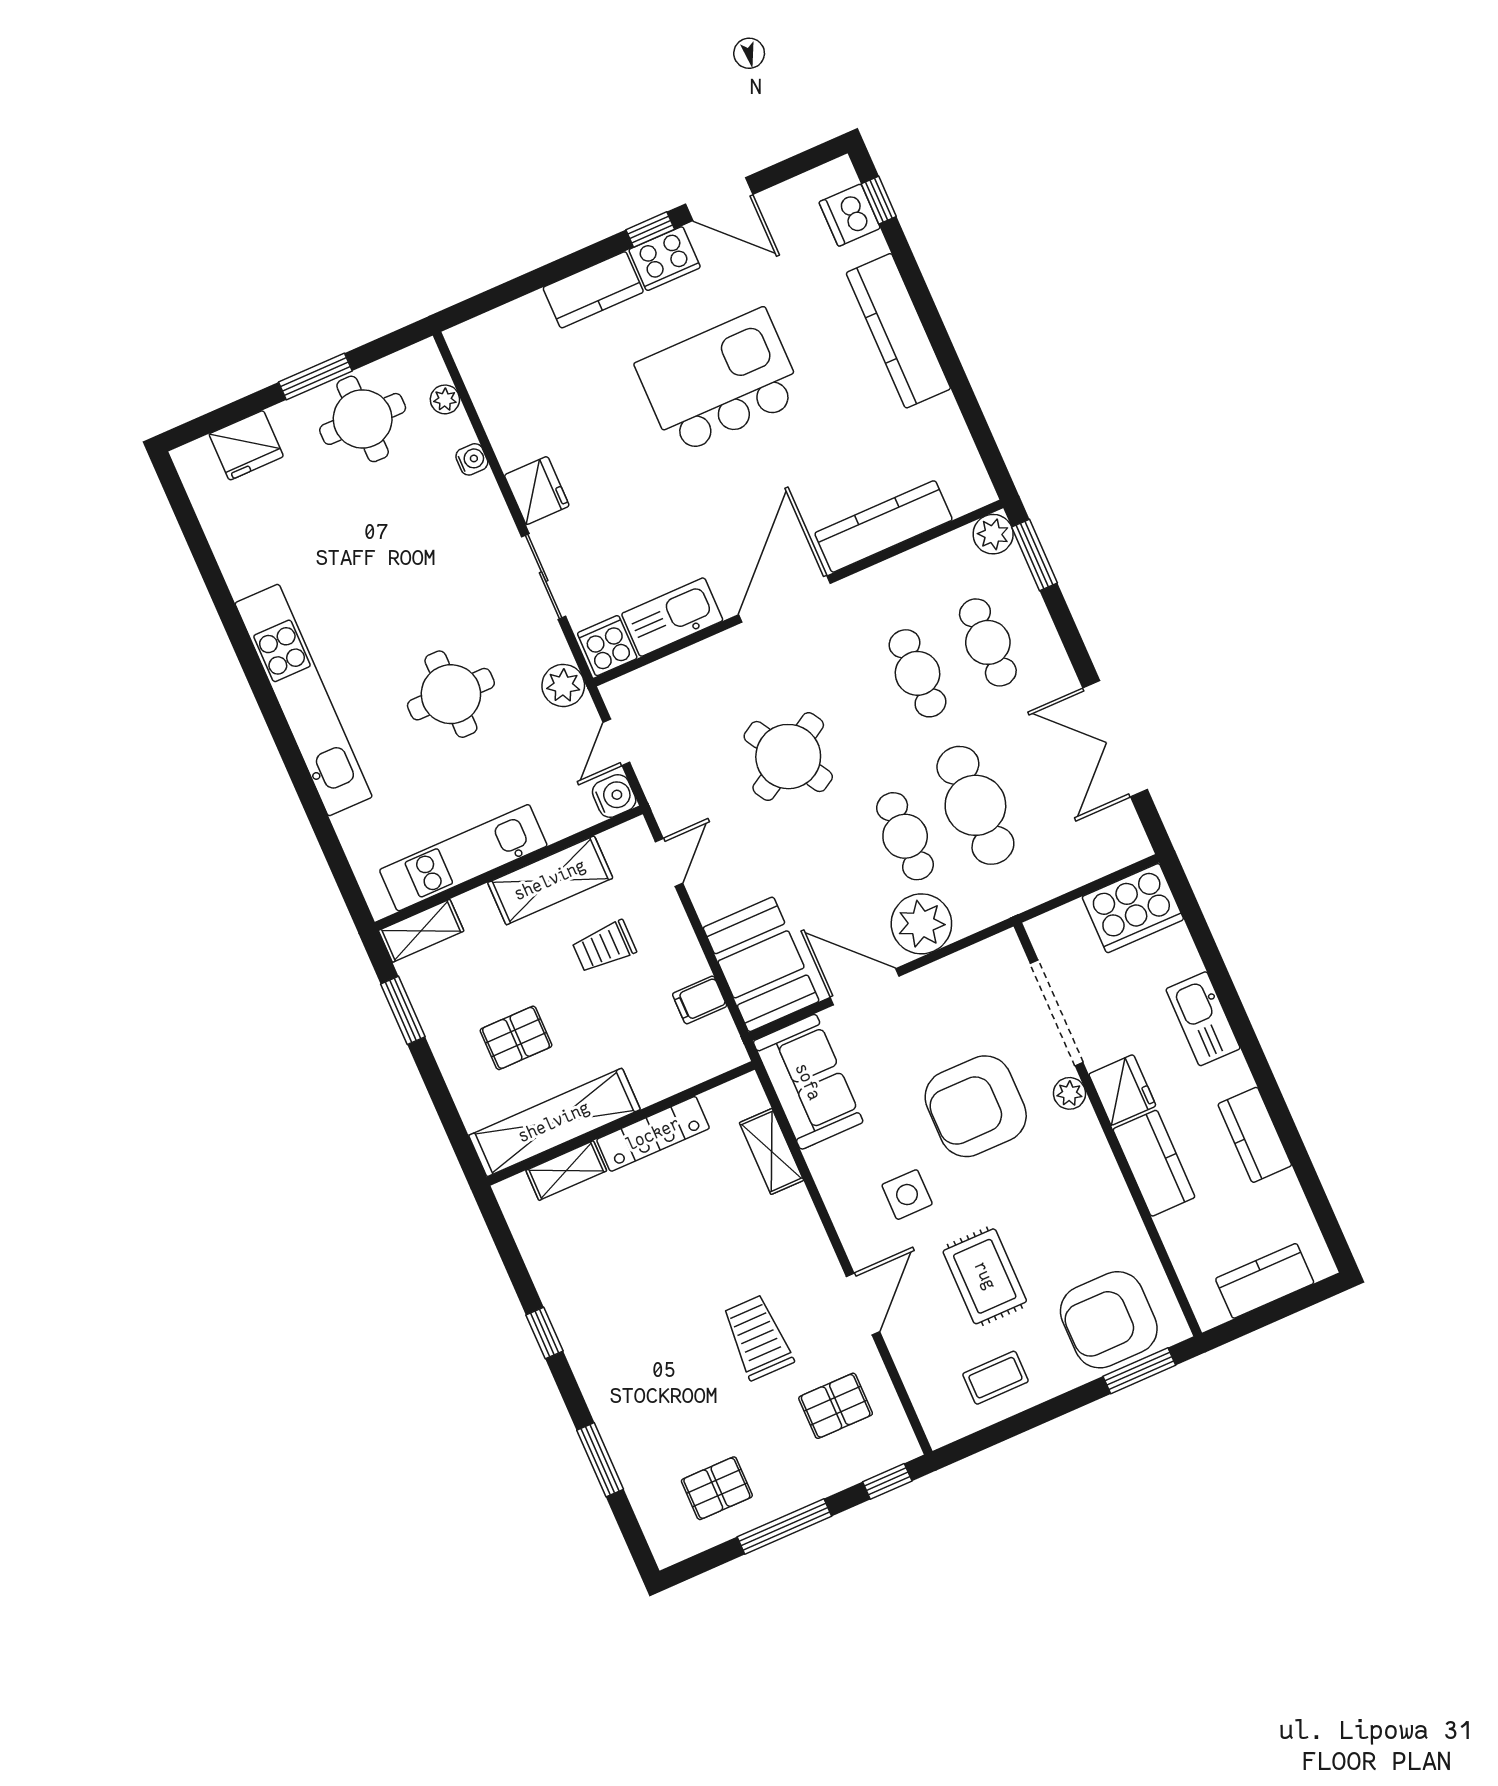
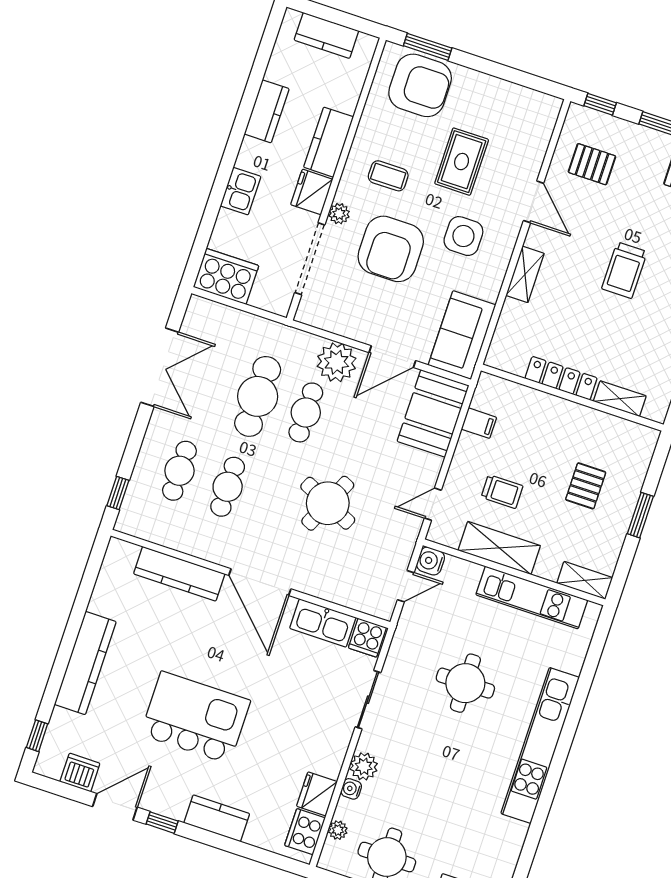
door: (719, 199) -> (115, 807), hinge flipped
dishwasher: (850, 215) -> (80, 773), moved, turned -90
cooker: (665, 259) -> (305, 832), moved, turned -90
kitchen island: (719, 381) -> (195, 717), turned 180
fridge: (537, 491) -> (317, 794), moved
plant: (993, 534) -> (129, 521), removed
window: (1035, 555) -> (118, 493), width x0.67
door: (784, 599) -> (260, 582), hinge flipped
plant: (563, 685) -> (364, 766), moved
round table: (788, 757) -> (328, 503), turned -34
door: (865, 987) -> (392, 357), hinge flipped
window: (403, 1010) -> (640, 515), moved
kitchen sink: (1203, 1019) -> (241, 191), width x0.73
pallet: (516, 1038) -> (586, 486), turned 90
armchair: (976, 1106) -> (391, 249), turned 90
shelving: (554, 1122) -> (604, 427), removed
shelving: (771, 1151) -> (525, 274), moved
side table: (907, 1195) -> (463, 236), width x1.37, depth x1.37
door: (863, 1304) -> (534, 202), swing flipped
trolley: (758, 1338) -> (624, 270), moved
coffee table: (995, 1378) -> (388, 176), moved

